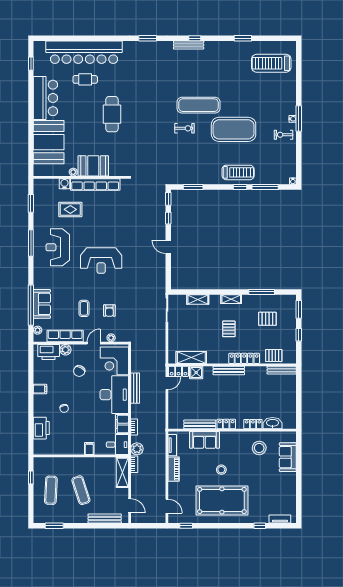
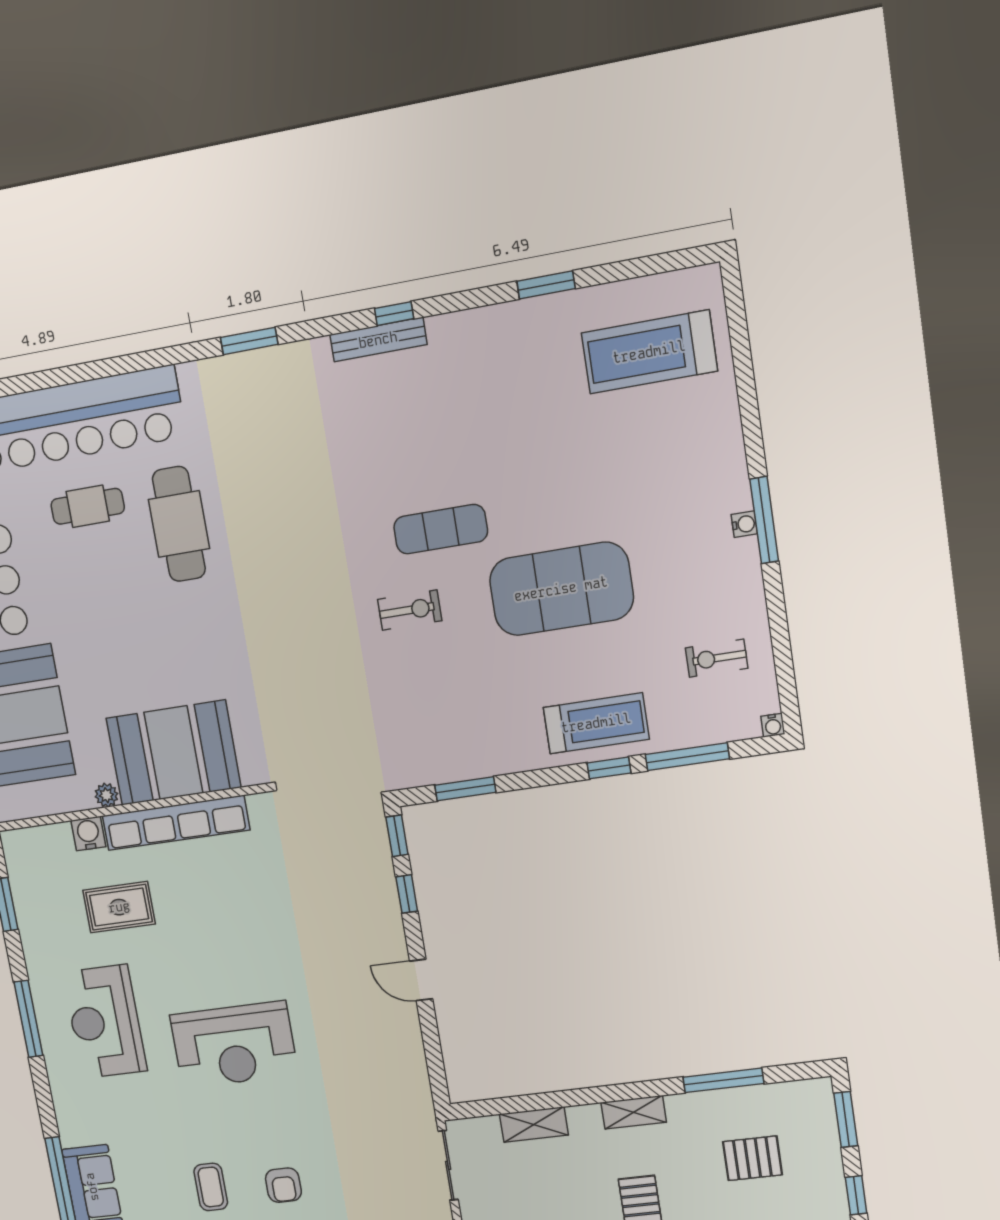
exercise mat: (199, 105) -> (441, 529), width x0.73, depth x0.69
cafe table: (112, 114) -> (179, 524), moved
exercise bike: (283, 135) -> (717, 658), moved
booth: (93, 166) -> (173, 753), width x1.36, depth x1.42

